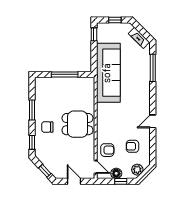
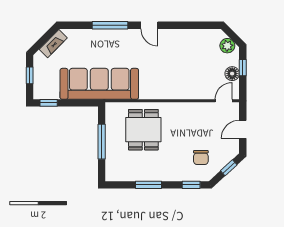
window: (153, 68) -> (110, 25), moved
door: (153, 121) -> (149, 25), moved
dining table: (77, 124) -> (143, 130), moved
chair: (47, 127) -> (201, 157), moved
armchair: (132, 146) -> (196, 52), removed
armchair: (107, 150) -> (201, 85), removed

